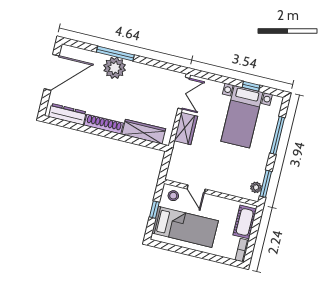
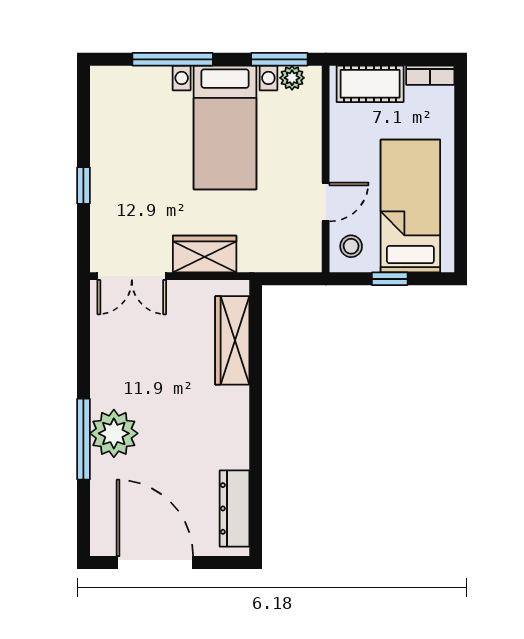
window: (251, 86) -> (83, 186), moved
double door: (184, 93) -> (132, 276), swing flipped
bed with nightstands: (242, 117) -> (225, 127), moved, turned 90
shoe rack: (104, 124) -> (237, 427), removed

